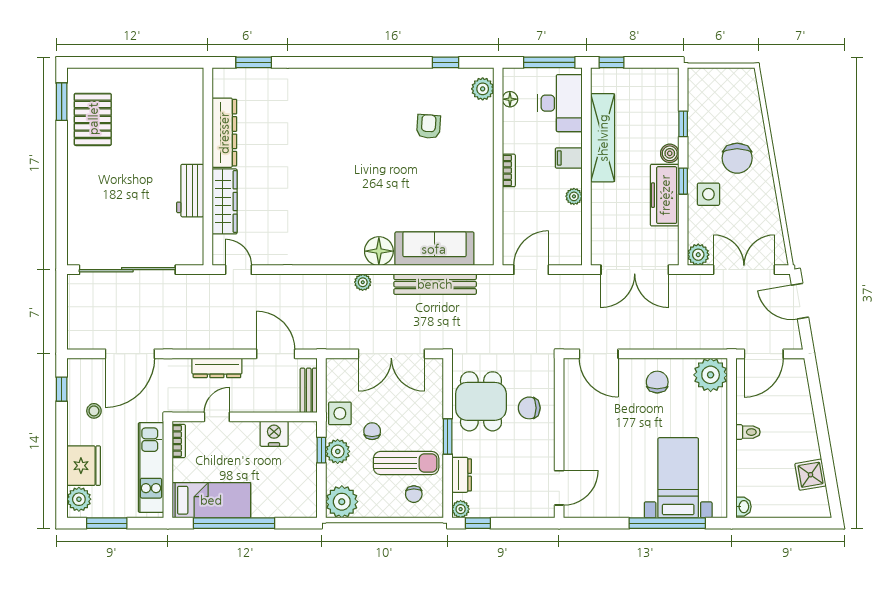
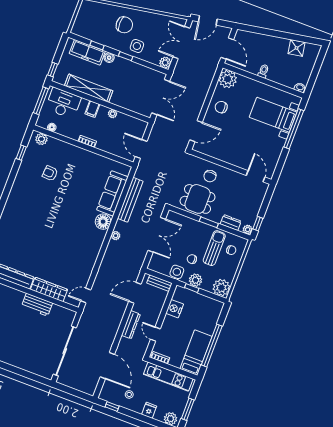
freezer: (665, 195) -> (87, 52), moved
fridge: (84, 466) -> (149, 410), width x0.53, depth x0.75

